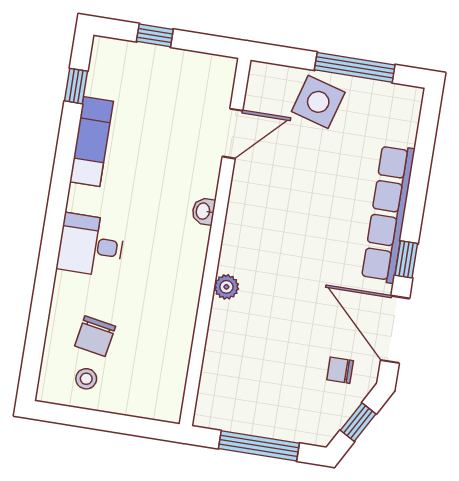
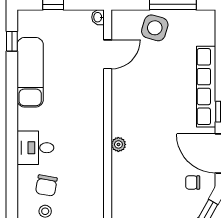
exam couch: (91, 142) -> (30, 72), width x1.36, depth x1.45
washbasin: (204, 211) -> (98, 17), moved
desk: (91, 245) -> (35, 148), moved

